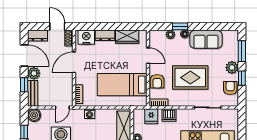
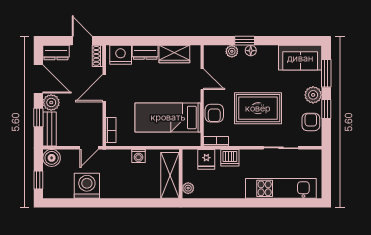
sofa: (206, 39) -> (300, 58), moved
washing machine: (90, 114) -> (139, 156), moved

